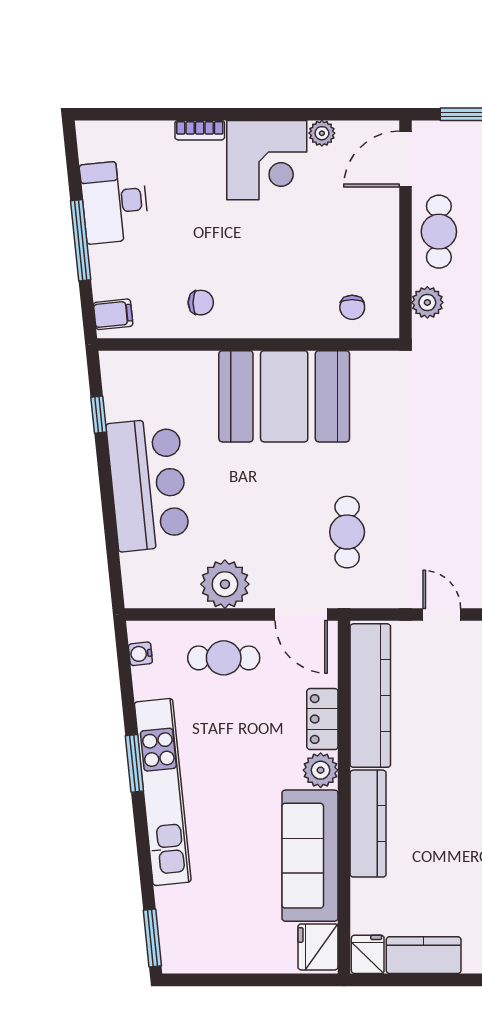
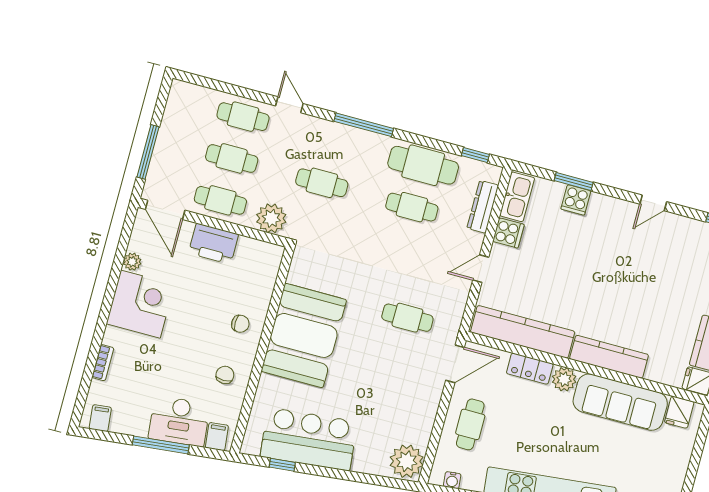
bookcase: (200, 130) -> (103, 363), moved
filing cabinet: (95, 147) -> (100, 418), added
desk: (115, 202) -> (179, 421), moved
printer: (377, 238) -> (213, 244), added
plant: (427, 302) -> (271, 218), width x1.36, depth x1.36
chair: (352, 307) -> (240, 324), moved
bar counter: (148, 484) -> (309, 439), moved
plant: (225, 584) -> (407, 461), moved
fridge: (318, 947) -> (679, 412), width x0.72

